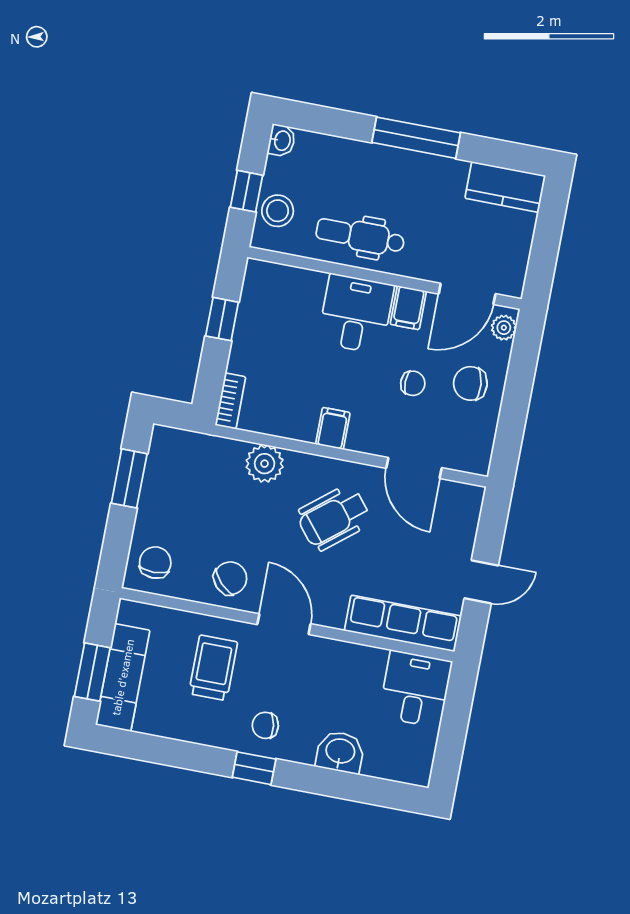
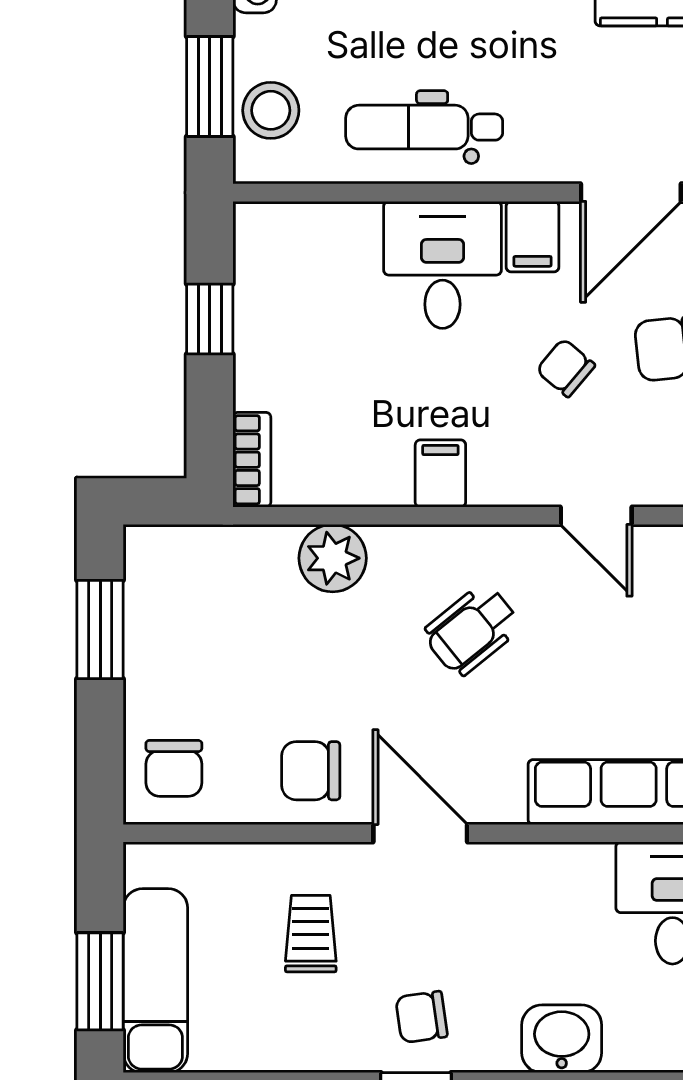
window: (246, 191) -> (210, 86), width x1.50
chair: (413, 383) -> (566, 368), turned -140
door: (414, 468) -> (596, 516), width x0.73
wheelchair: (334, 518) -> (472, 630), width x0.73, depth x0.73
chair: (155, 563) -> (174, 768), turned 180
chair: (230, 578) -> (311, 771), turned -136
trolley: (213, 668) -> (311, 934), width x0.73, depth x0.72

